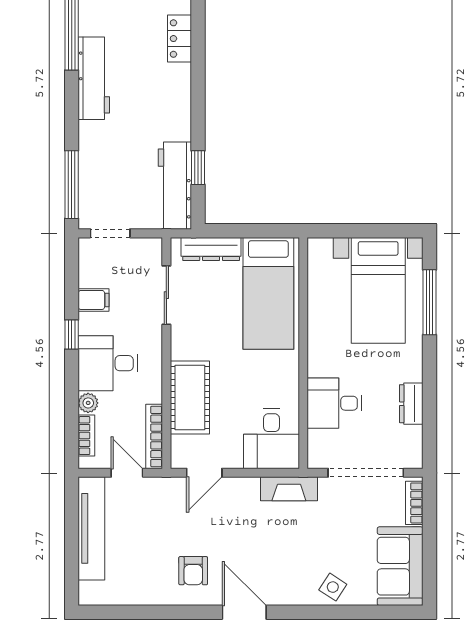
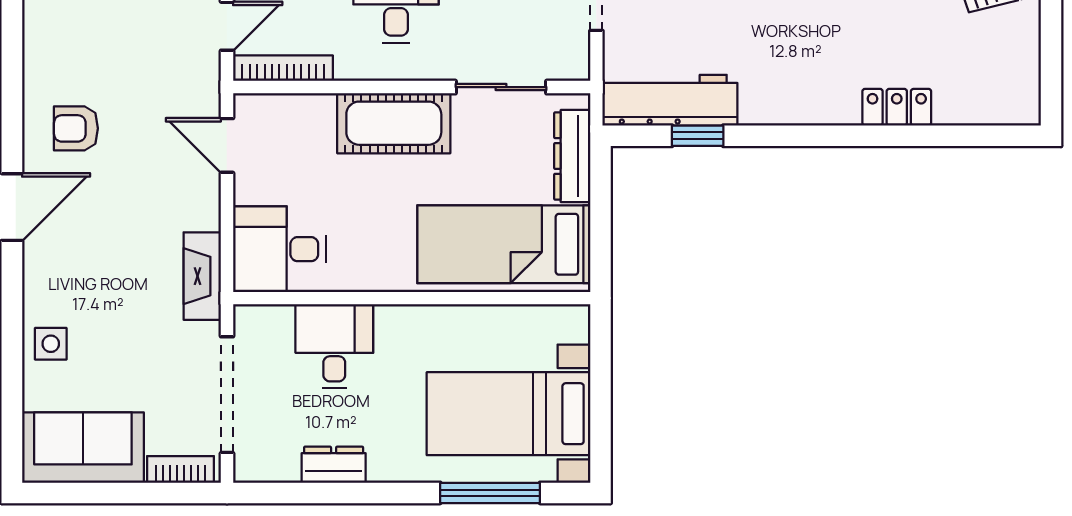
cot: (190, 398) -> (394, 123), moved
side table: (333, 587) -> (51, 344), turned -33

